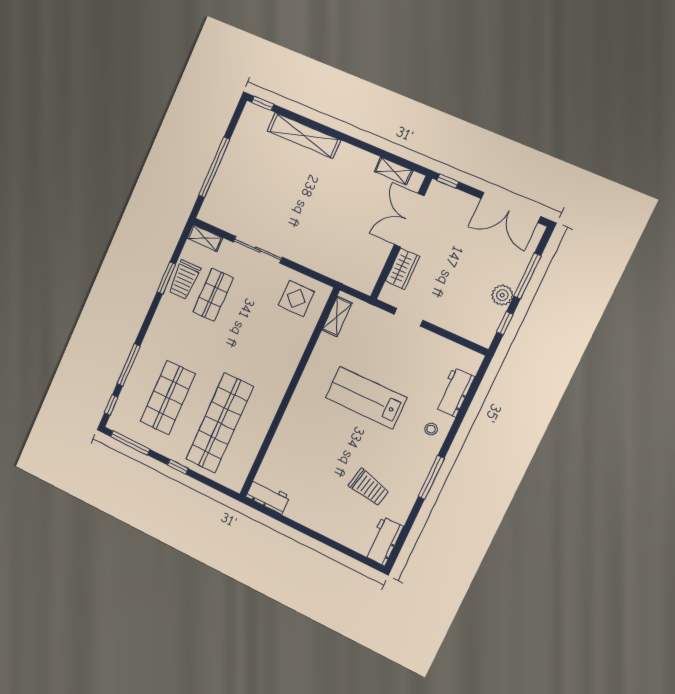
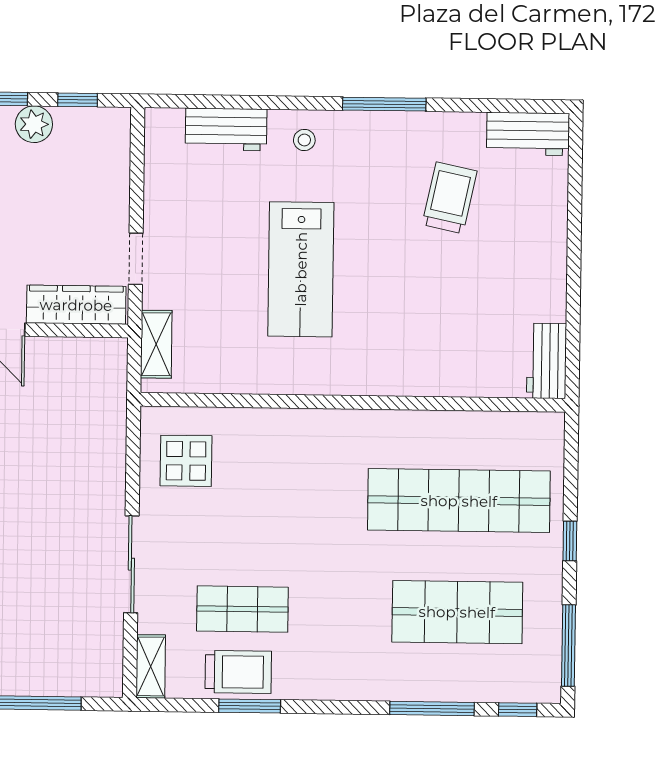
wardrobe: (402, 269) -> (76, 305), width x1.50
shelving: (337, 316) -> (156, 344), moved, turned 90

